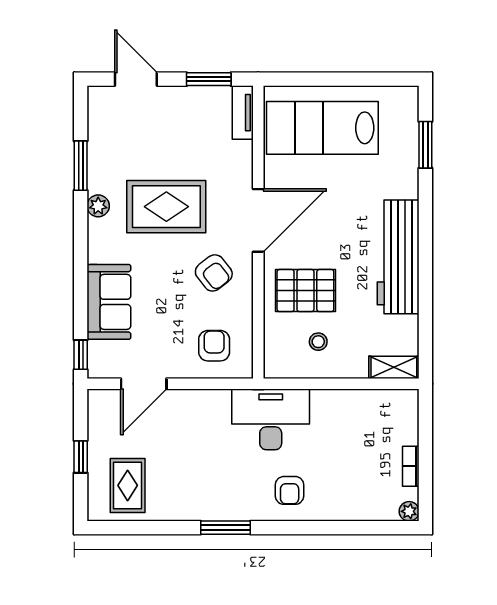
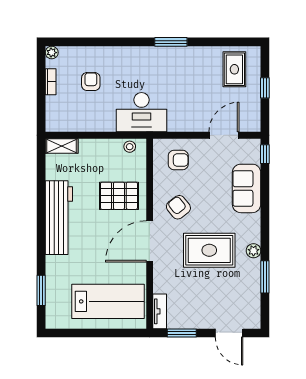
stool: (318, 342) -> (130, 147), moved
armchair: (214, 346) -> (178, 160), turned -90
armchair: (290, 490) -> (91, 82), moved

